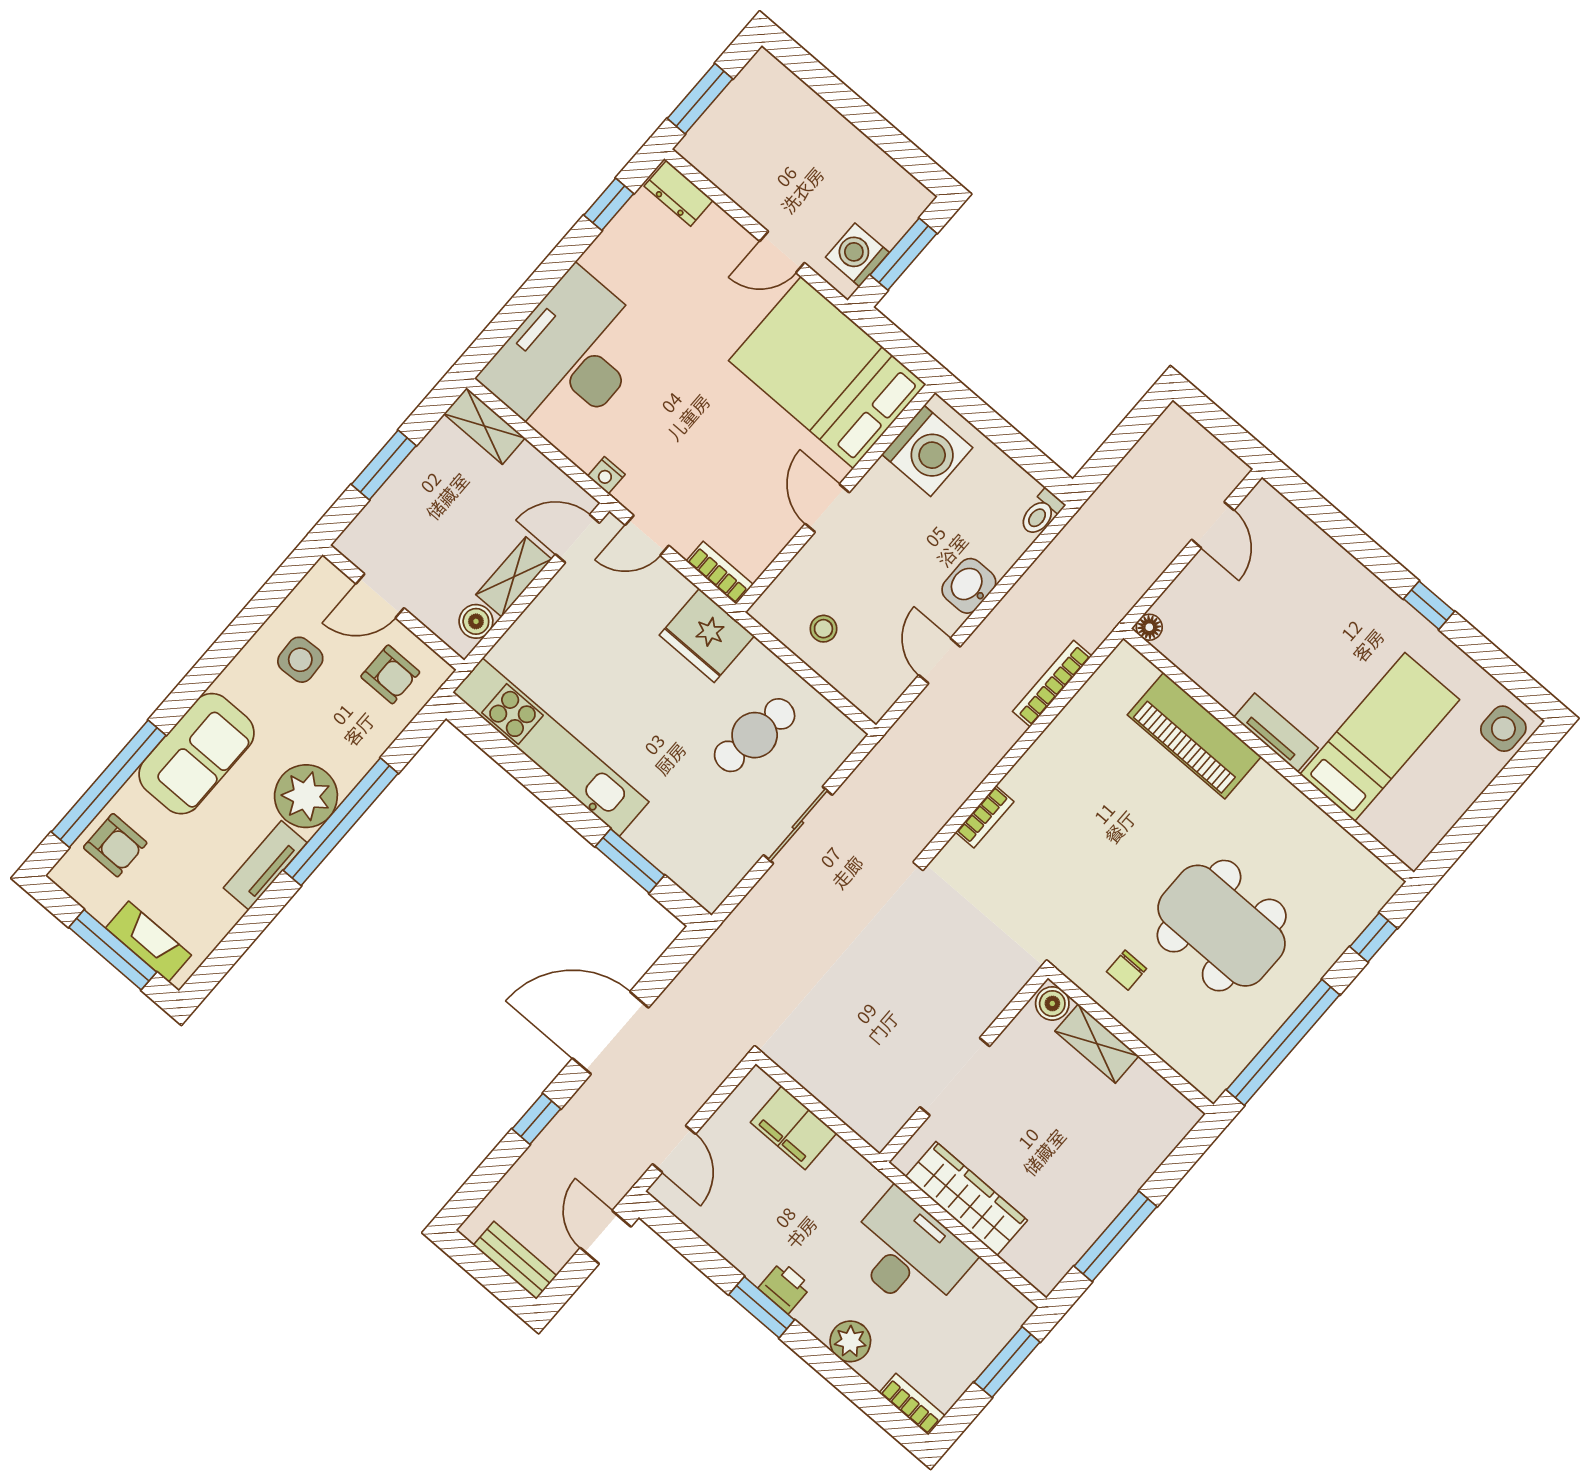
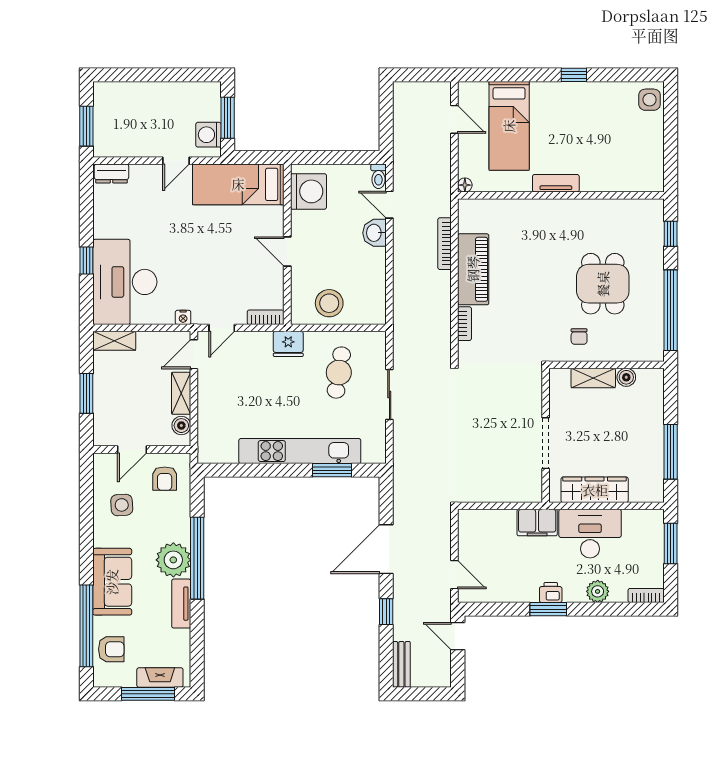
window: (609, 204) -> (86, 261), moved
bed: (827, 372) -> (238, 184), width x0.67
stool: (823, 629) -> (329, 303), width x1.89, depth x1.89
fridge: (707, 636) -> (288, 344), width x0.73, depth x0.75
door: (939, 661) -> (389, 205), moved
armchair: (390, 674) -> (165, 479), turned 90
piano: (1194, 736) -> (473, 269), moved, turned -90
bed: (1380, 737) -> (509, 126), moved, turned 180
kitchen unit: (551, 747) -> (300, 451), moved
dining table: (1222, 926) -> (603, 284), width x0.73
boiler: (1052, 1003) -> (626, 377), moved
filing cabinet: (793, 1128) -> (537, 523), moved
bench: (515, 1260) -> (401, 664), moved, turned 90

